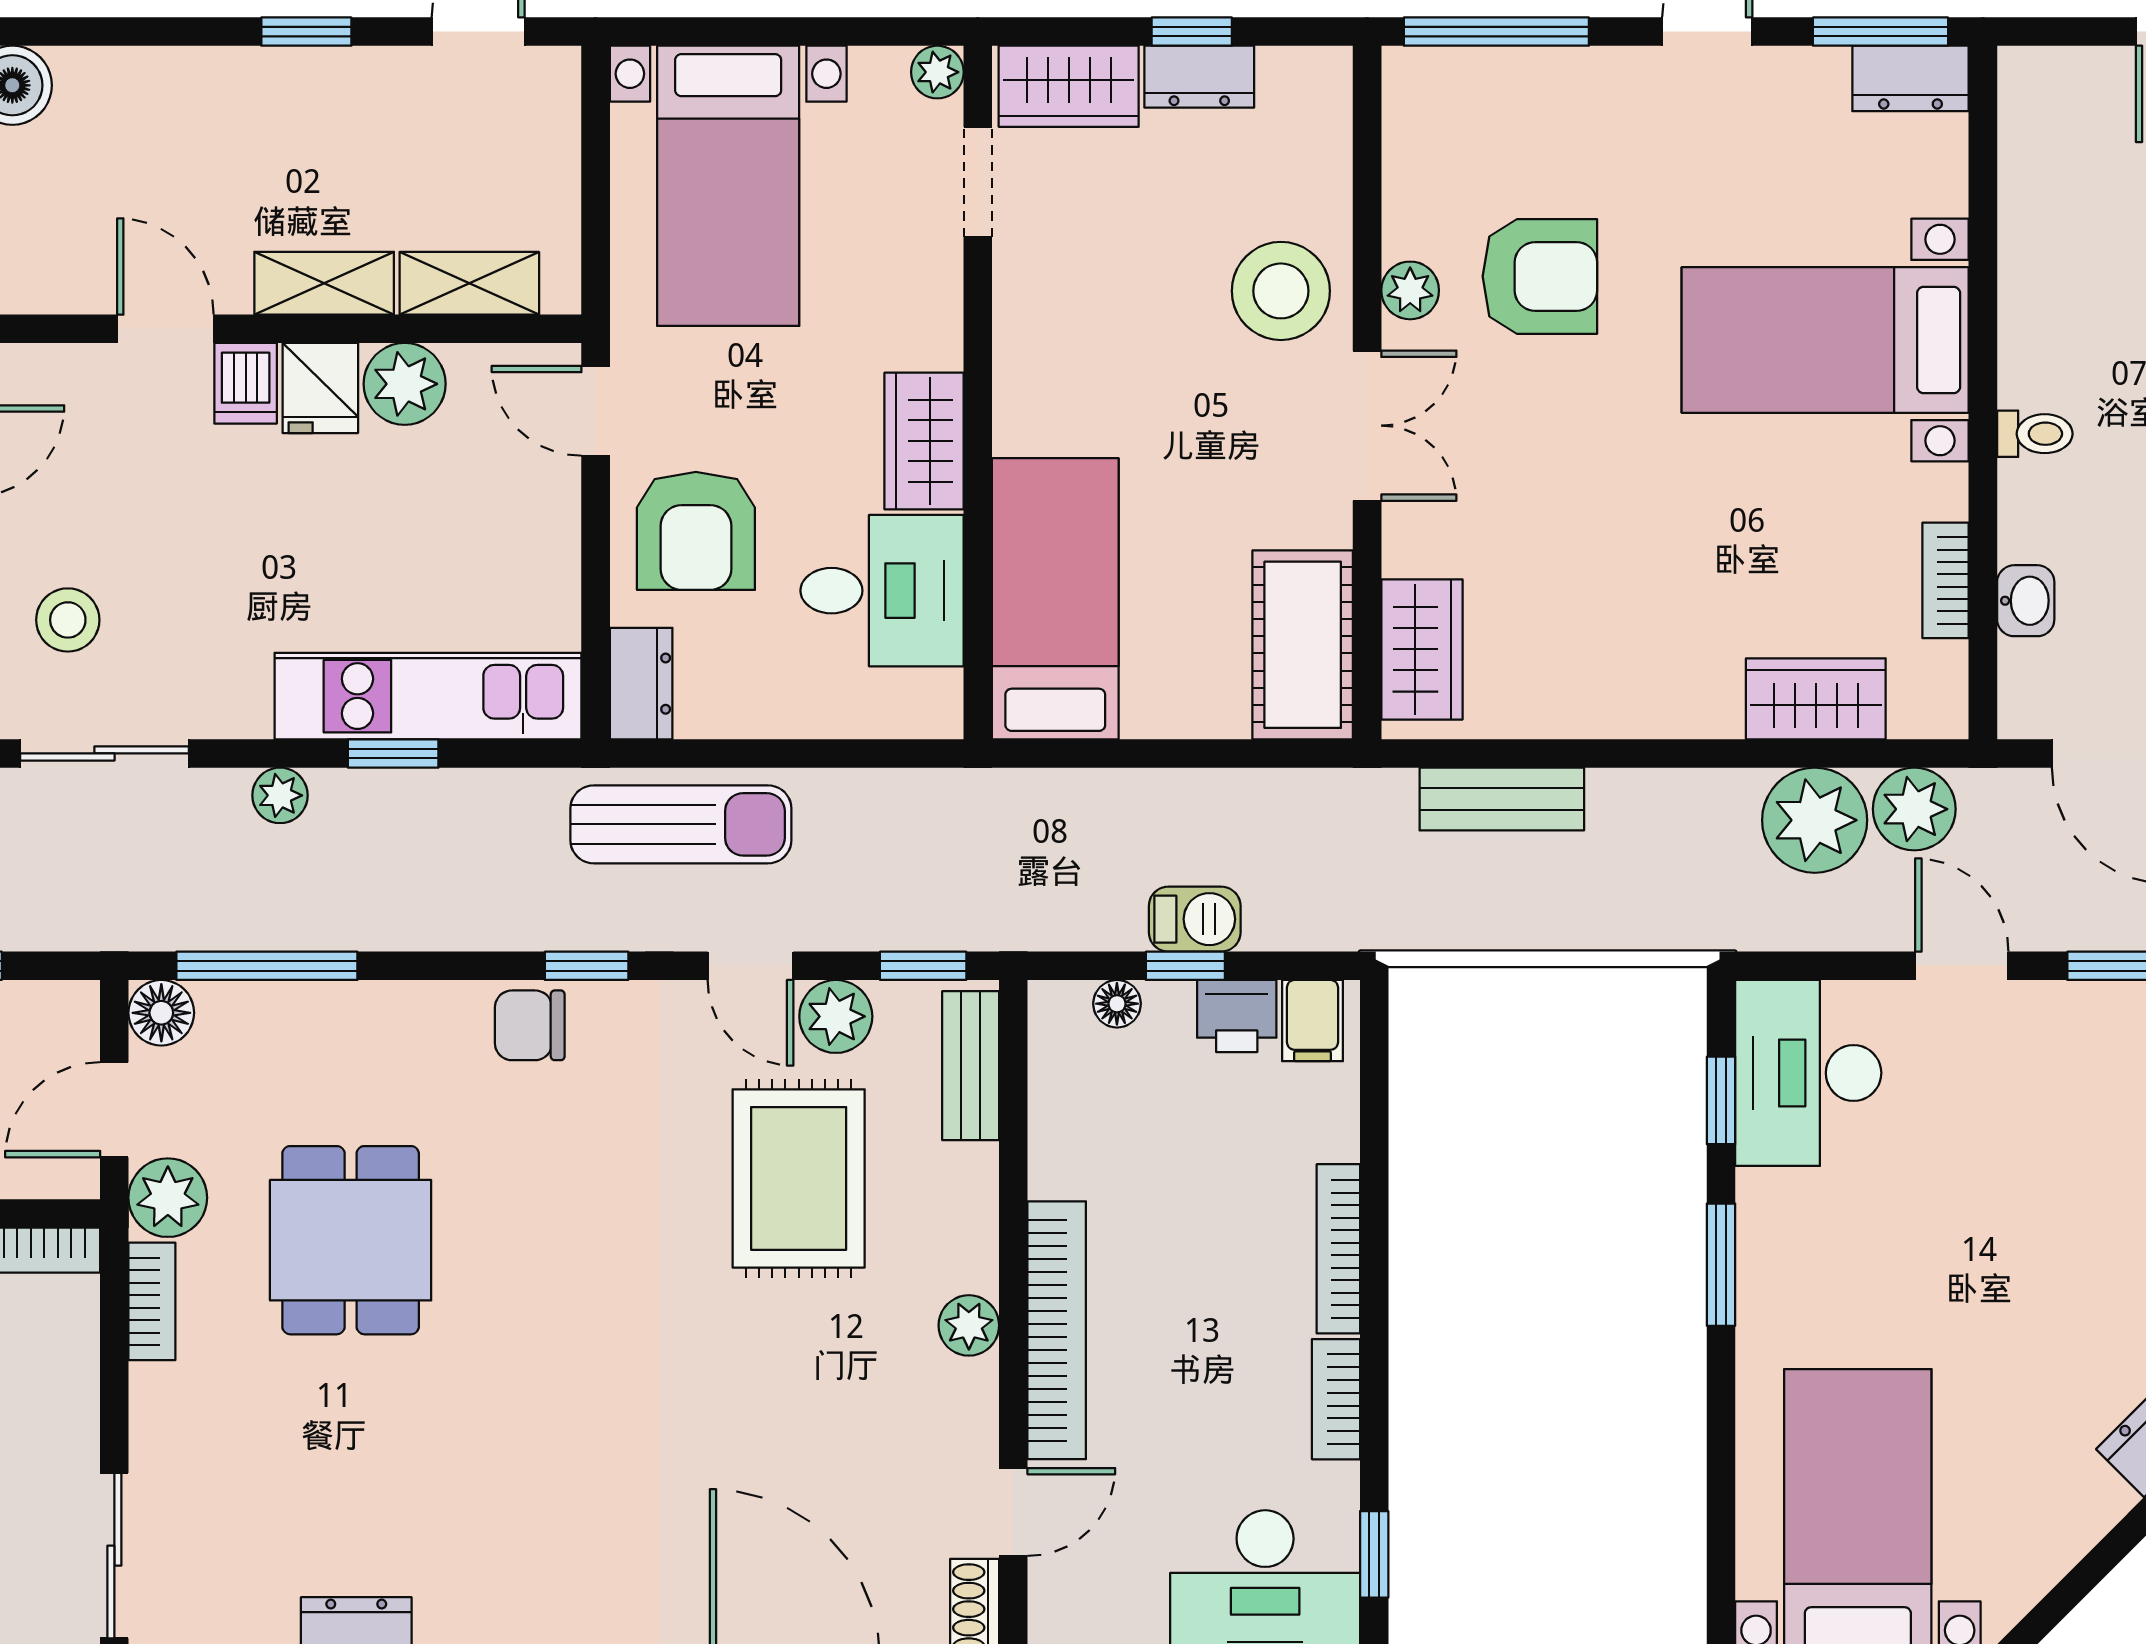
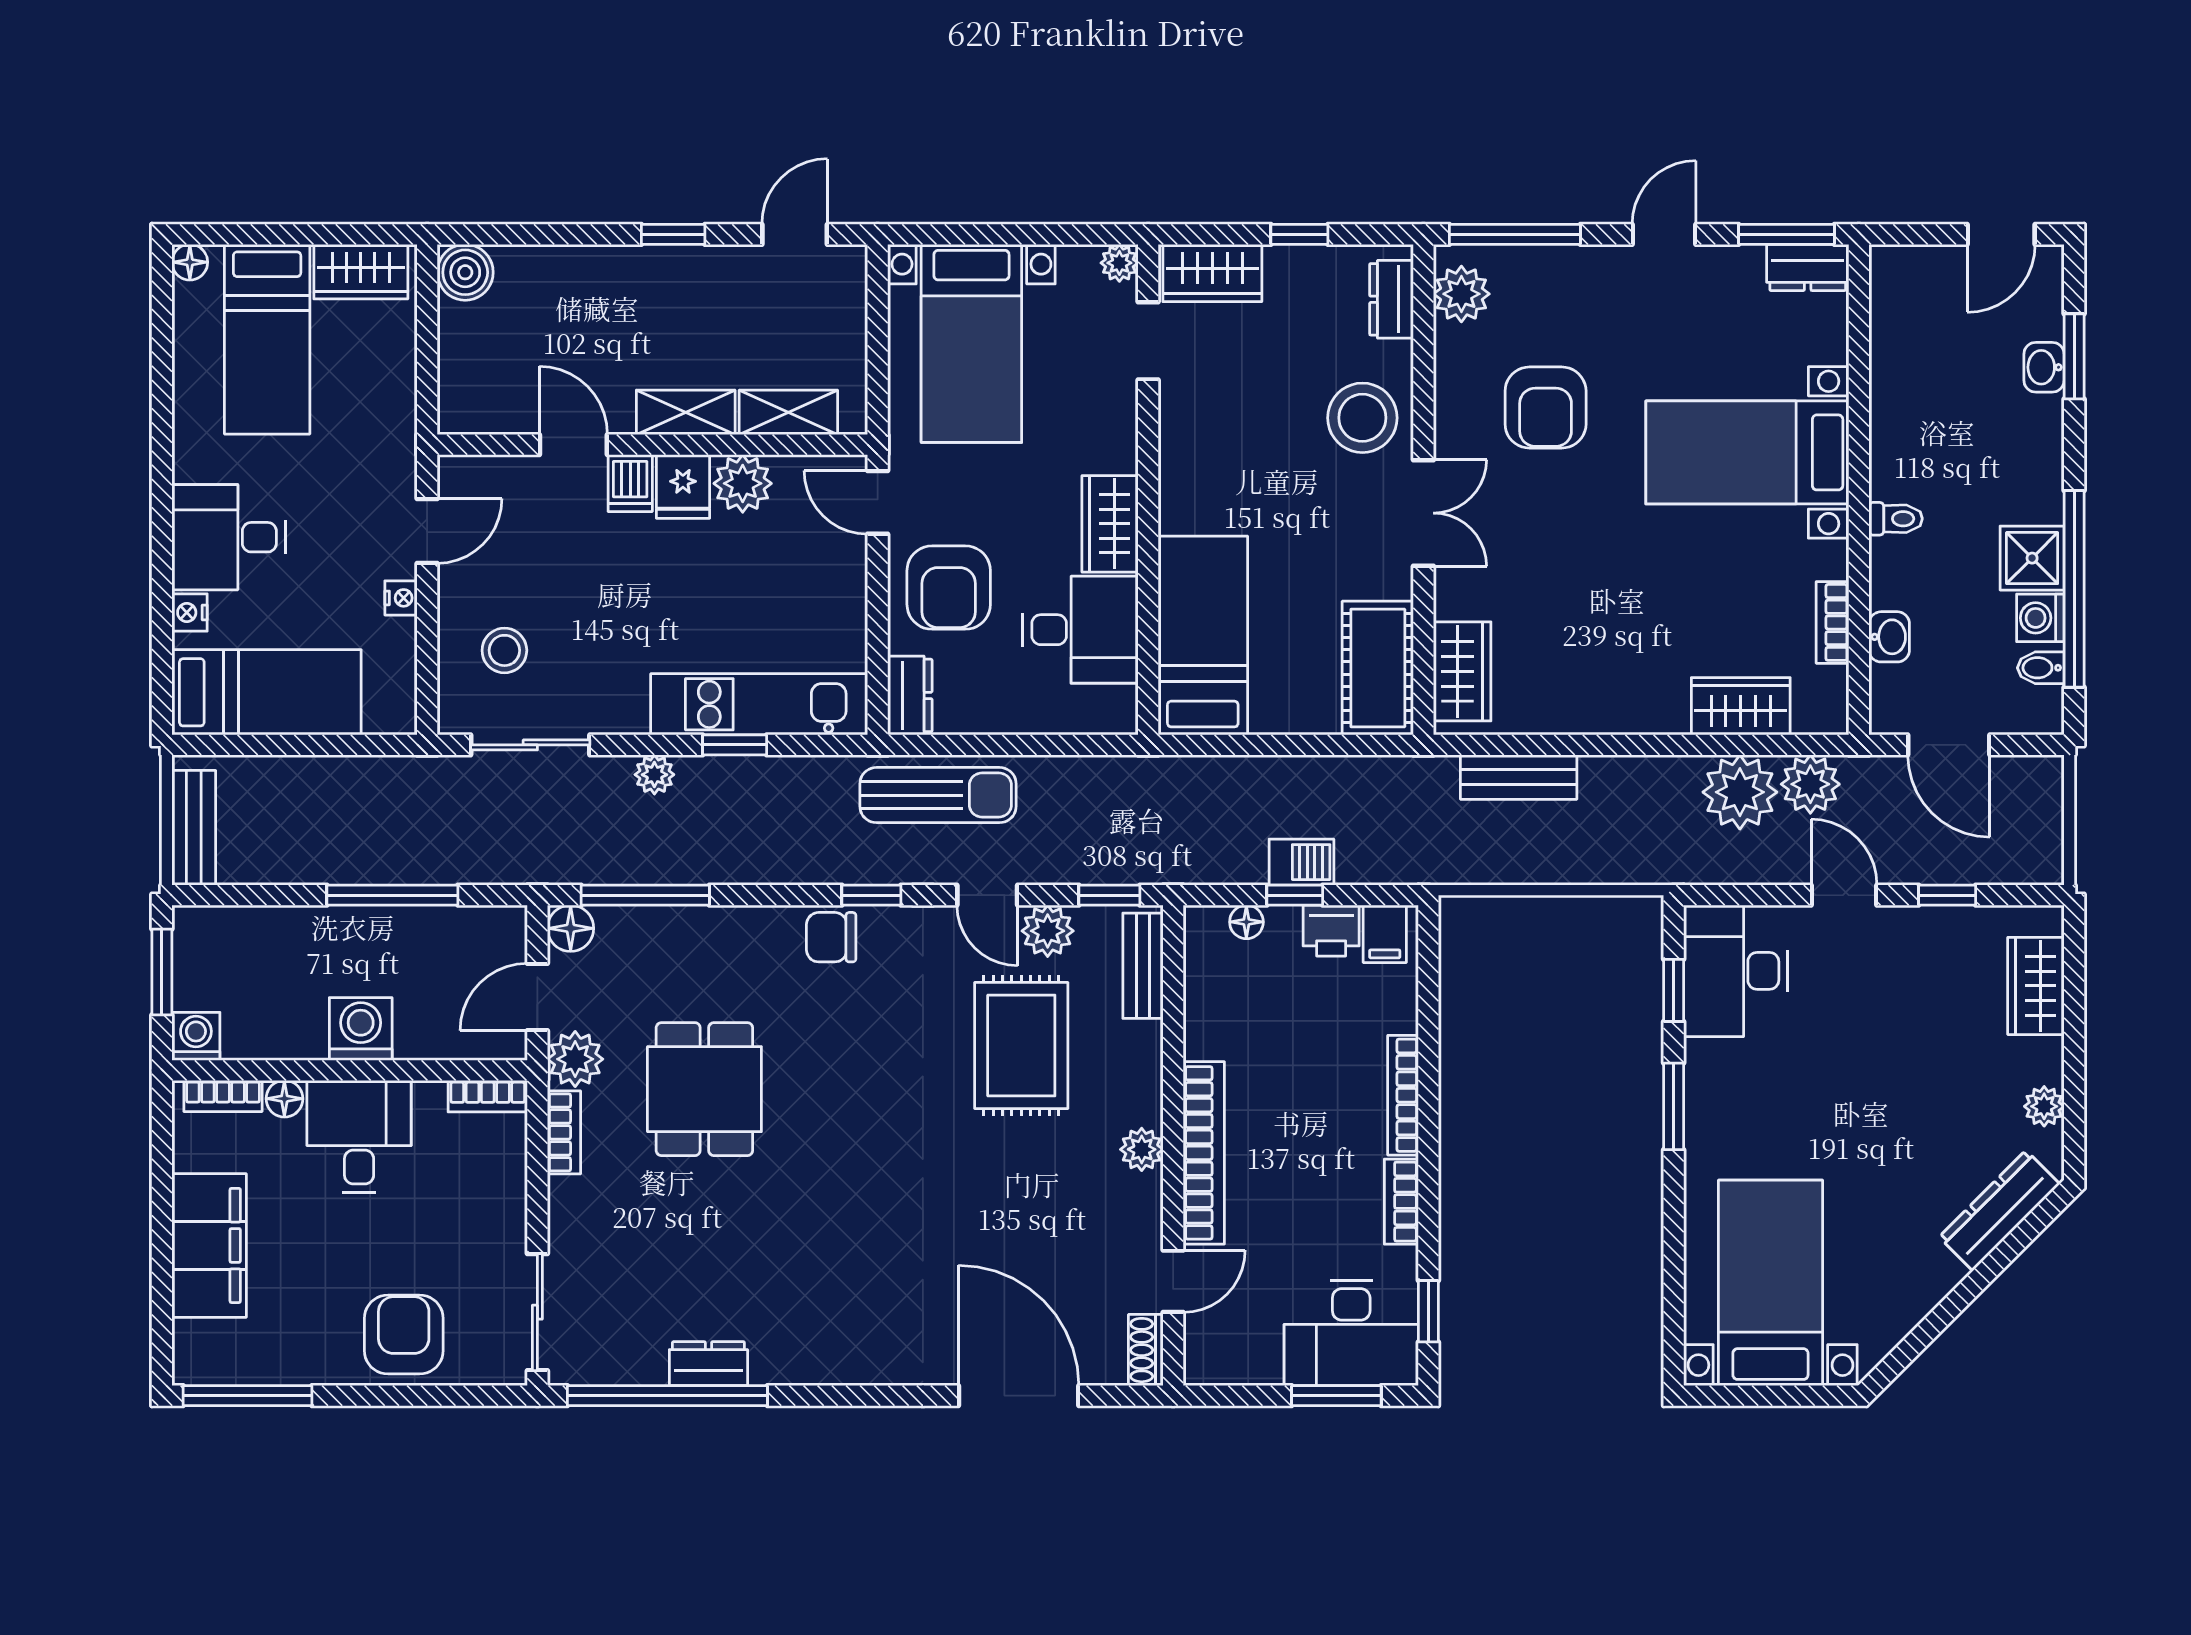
dresser: (1199, 77) -> (1391, 299), moved, turned 90
armchair: (1540, 276) -> (1546, 408), turned 90
plant: (1410, 290) -> (1461, 294), moved, width x1.38, depth x1.38

